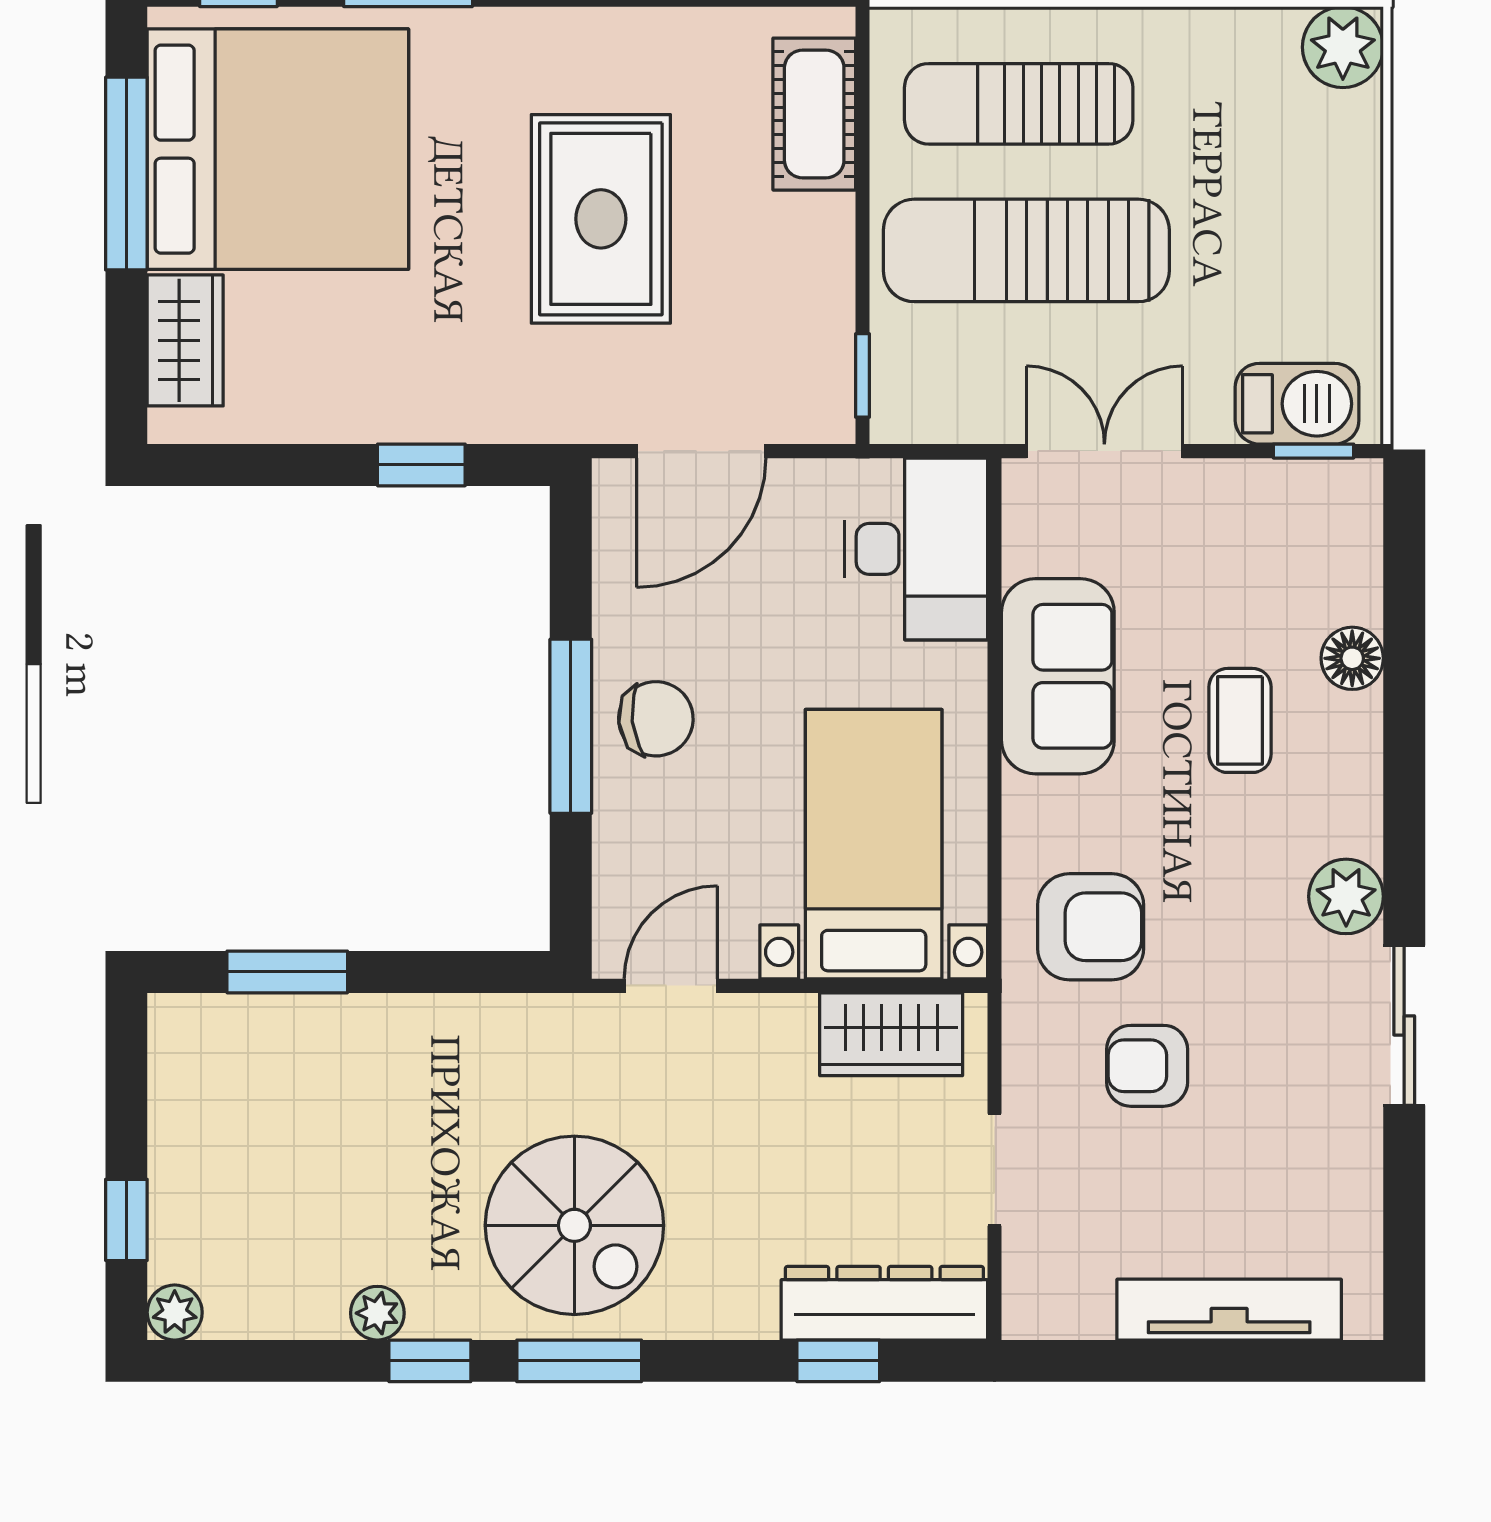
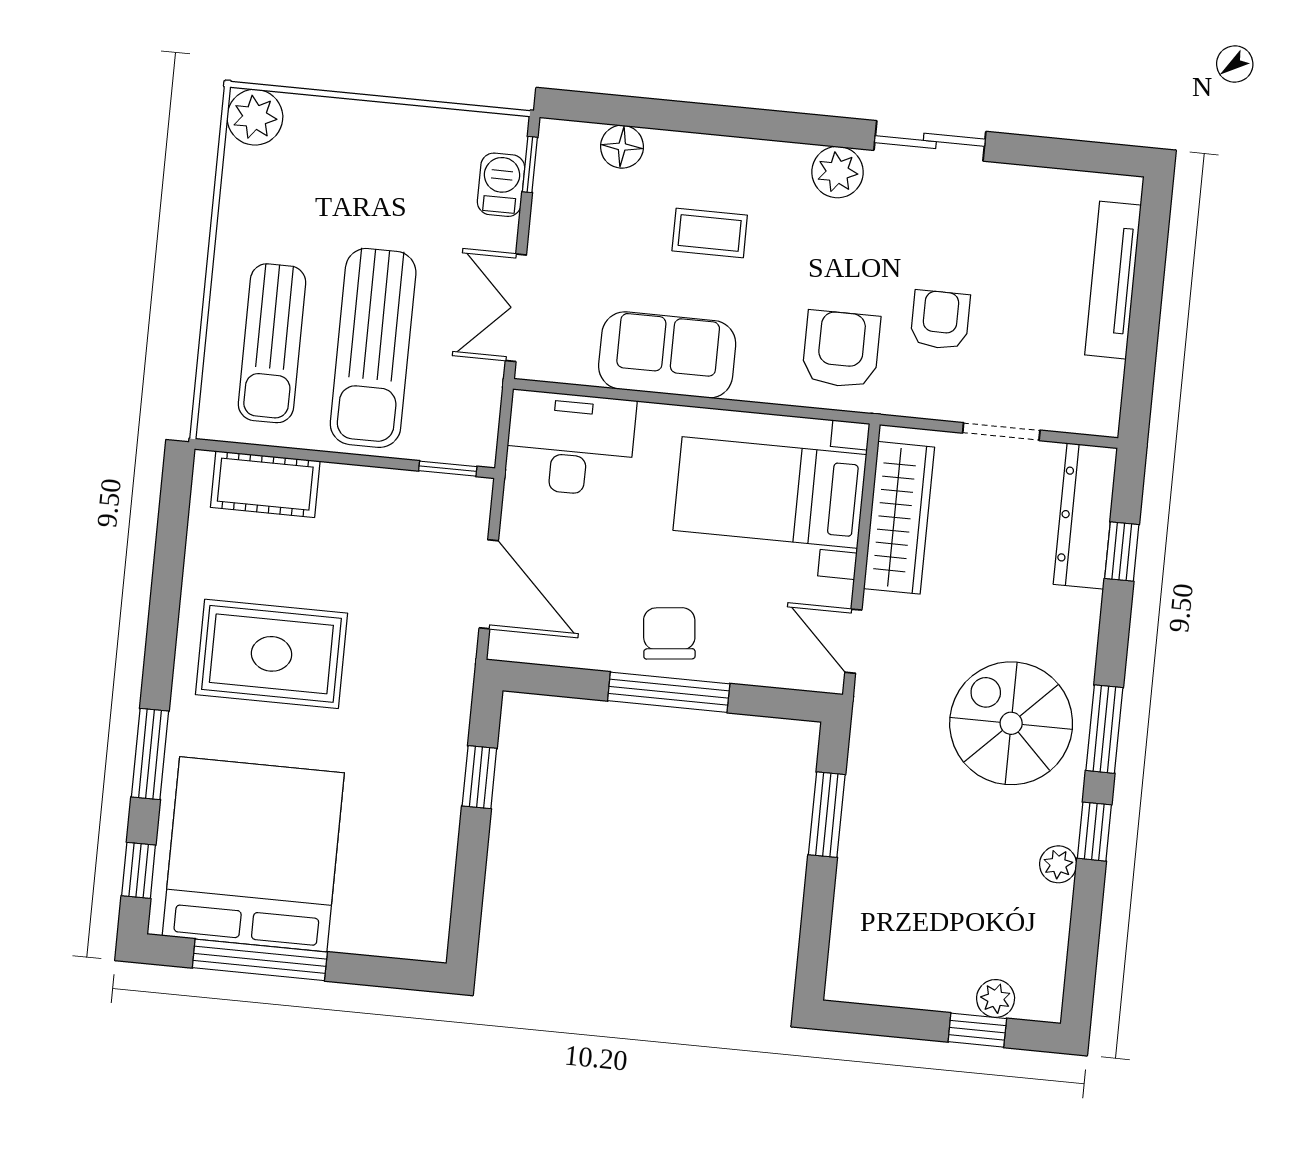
rug: (601, 219) -> (271, 654), moved
wardrobe: (185, 340) -> (378, 931), removed
barbecue: (1297, 404) -> (501, 185), width x0.73, depth x0.79
floor lamp: (1352, 658) -> (622, 147), moved
window: (287, 972) -> (827, 815), moved
wardrobe: (891, 1034) -> (899, 518), width x1.50
armchair: (1147, 1066) -> (940, 320), turned 180
spiral stairs: (574, 1225) -> (1011, 723), turned -90
plant: (175, 1312) -> (996, 998), moved

